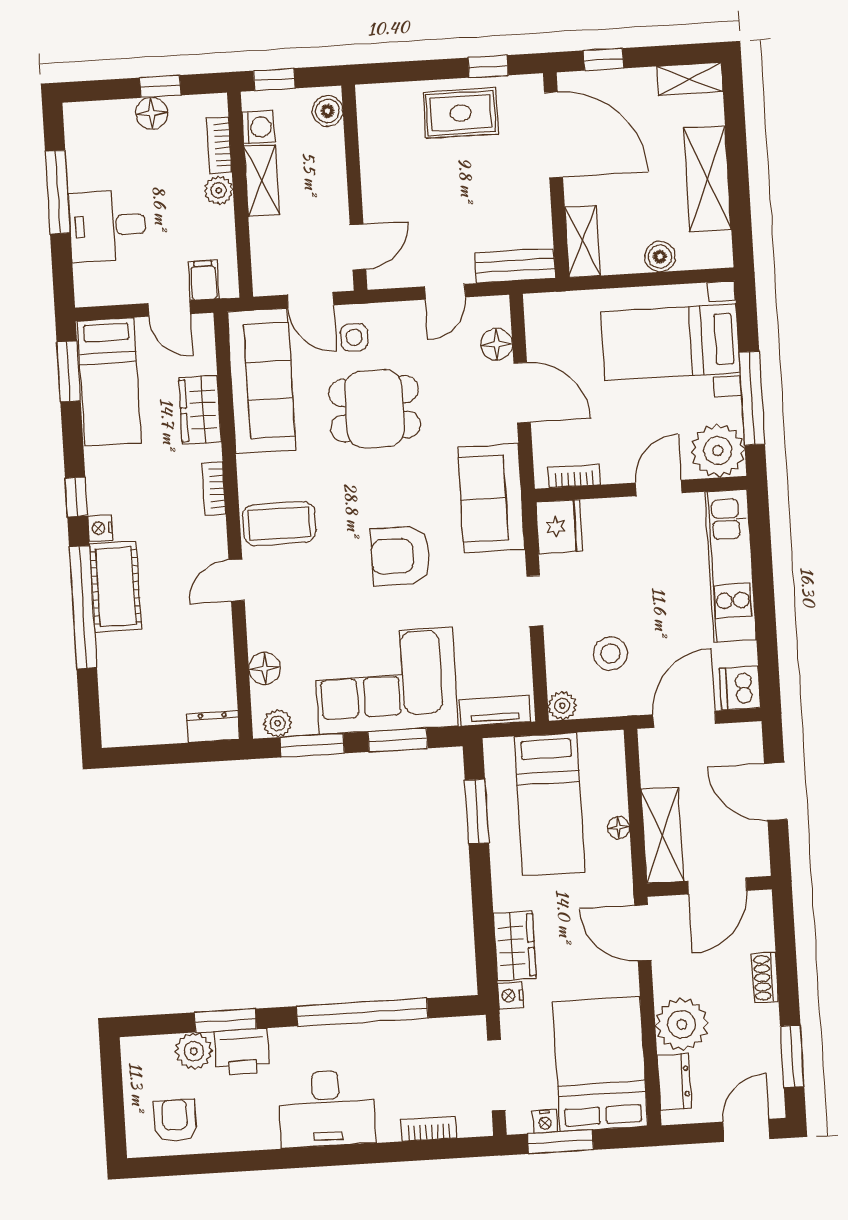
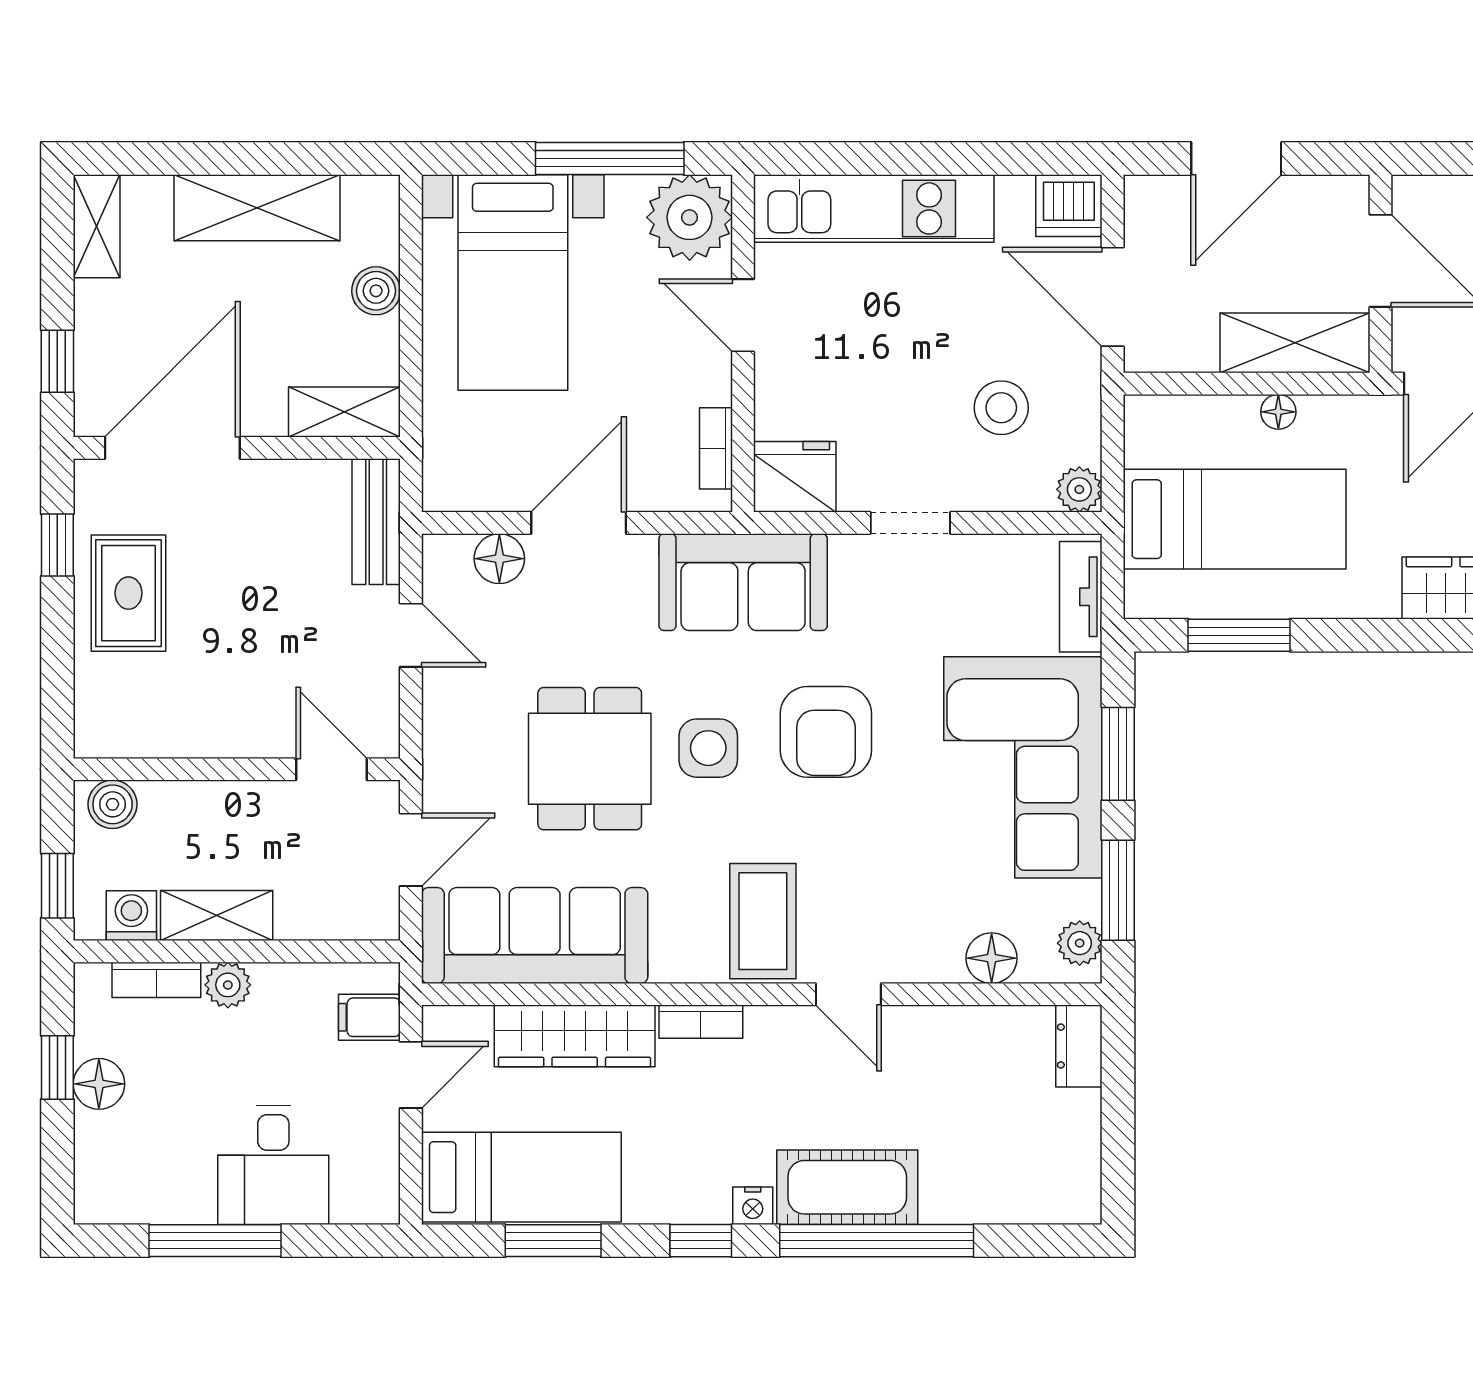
side table: (354, 337) -> (708, 748), moved, width x1.37, depth x1.37
window: (69, 371) -> (553, 1241), moved
wardrobe: (200, 410) -> (575, 1036), width x1.50

